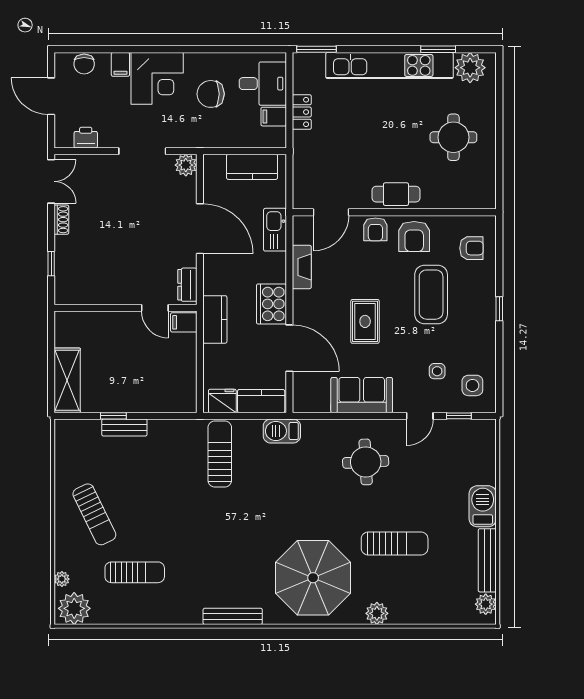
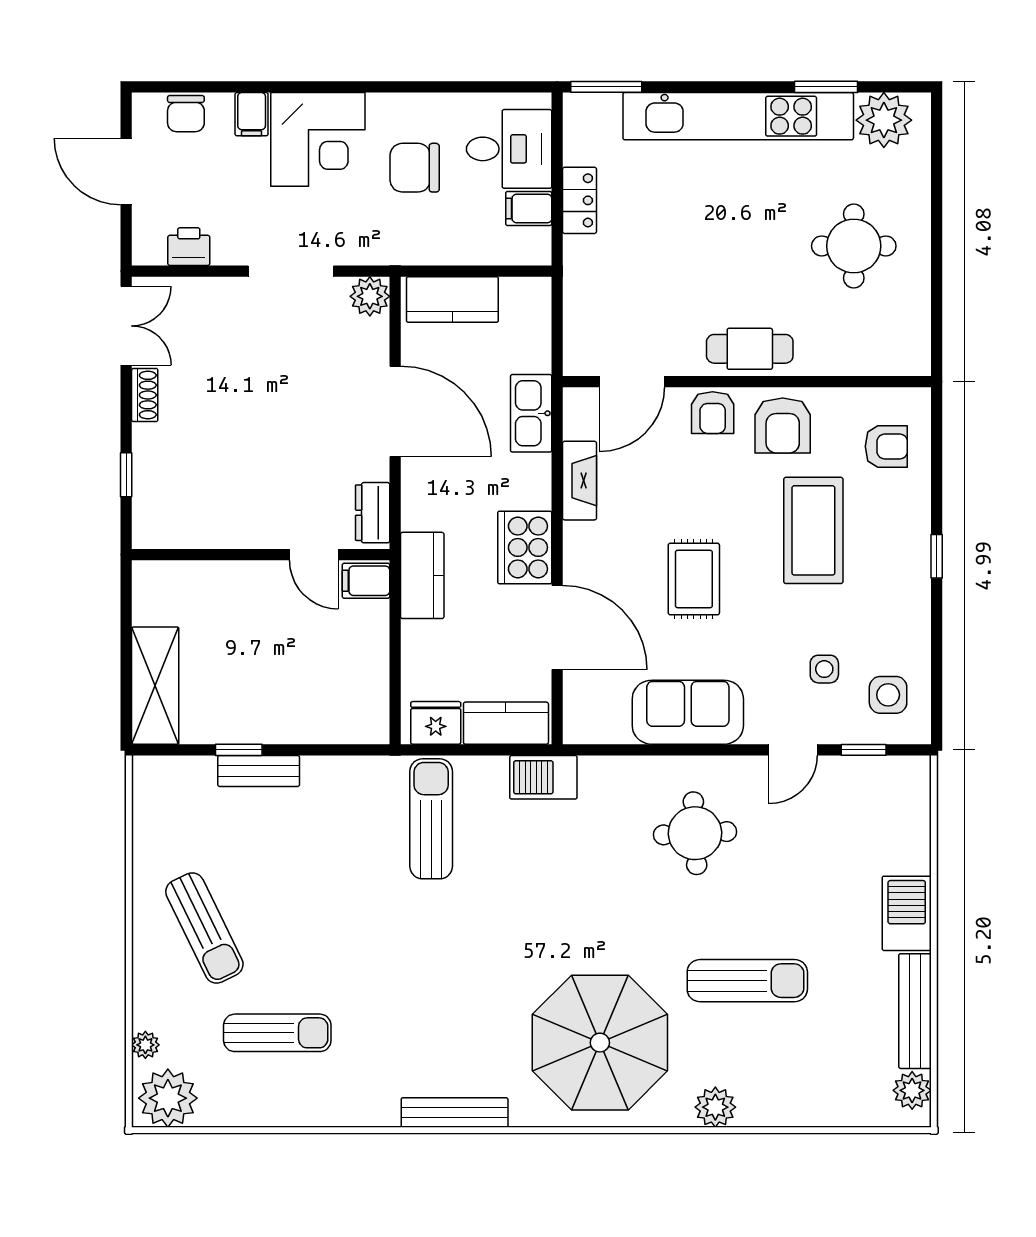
kitchen counter: (252, 167) -> (452, 299), moved

